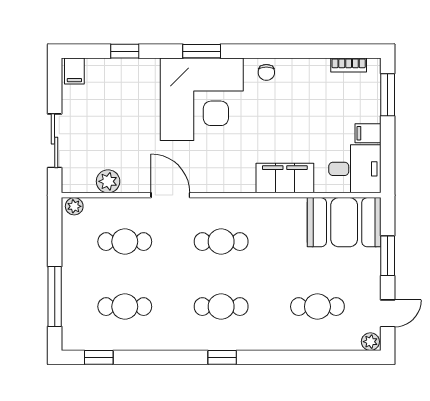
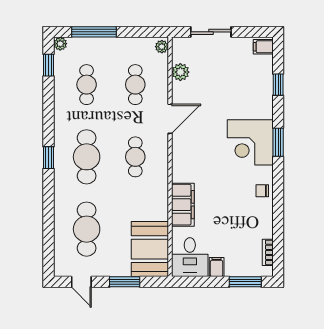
corner desk: (202, 99) -> (250, 142), width x0.74, depth x0.74
cafe table: (221, 307) -> (87, 157), width x1.37, depth x1.35
cafe table: (317, 307) -> (87, 229), width x1.37, depth x1.35
plant: (370, 342) -> (60, 44), moved

